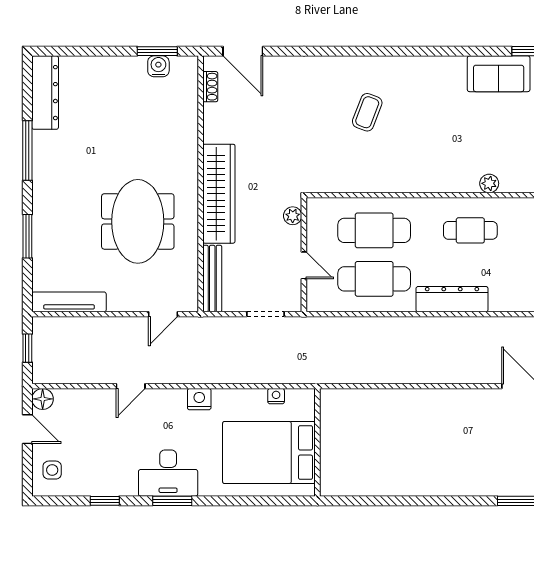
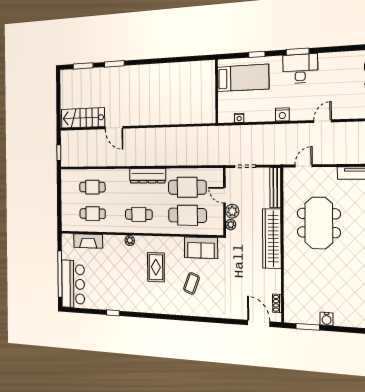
water cooler: (158, 66) -> (327, 319), moved
sofa: (499, 74) -> (201, 248), moved, turned 180
rug: (437, 138) -> (156, 267), added
plant: (290, 239) -> (232, 211), added
bed: (269, 453) -> (243, 78), width x0.67
window: (105, 501) -> (257, 54), moved

